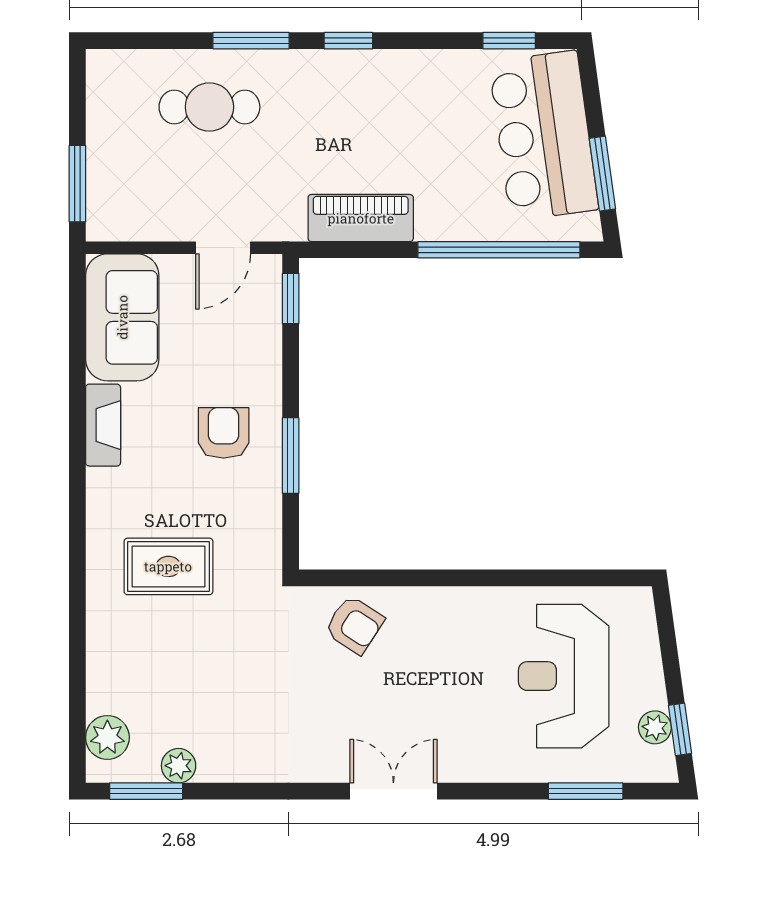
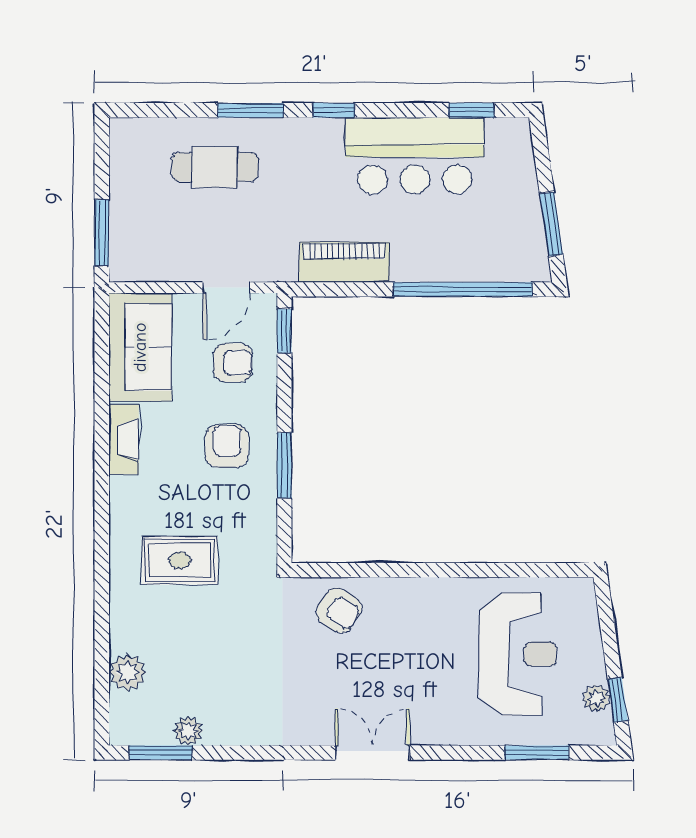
bar counter: (544, 136) -> (415, 156), moved, turned -82
armchair: (230, 336) -> (233, 363), added
reception desk: (564, 676) -> (518, 654), turned 180
plant: (107, 737) -> (127, 673), moved

